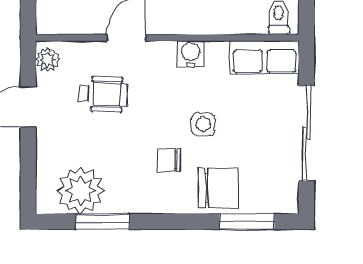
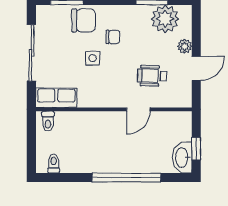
water cooler: (191, 54) -> (100, 100), removed
plant: (48, 60) -> (185, 46), moved
chair: (218, 188) -> (84, 20), turned 180

